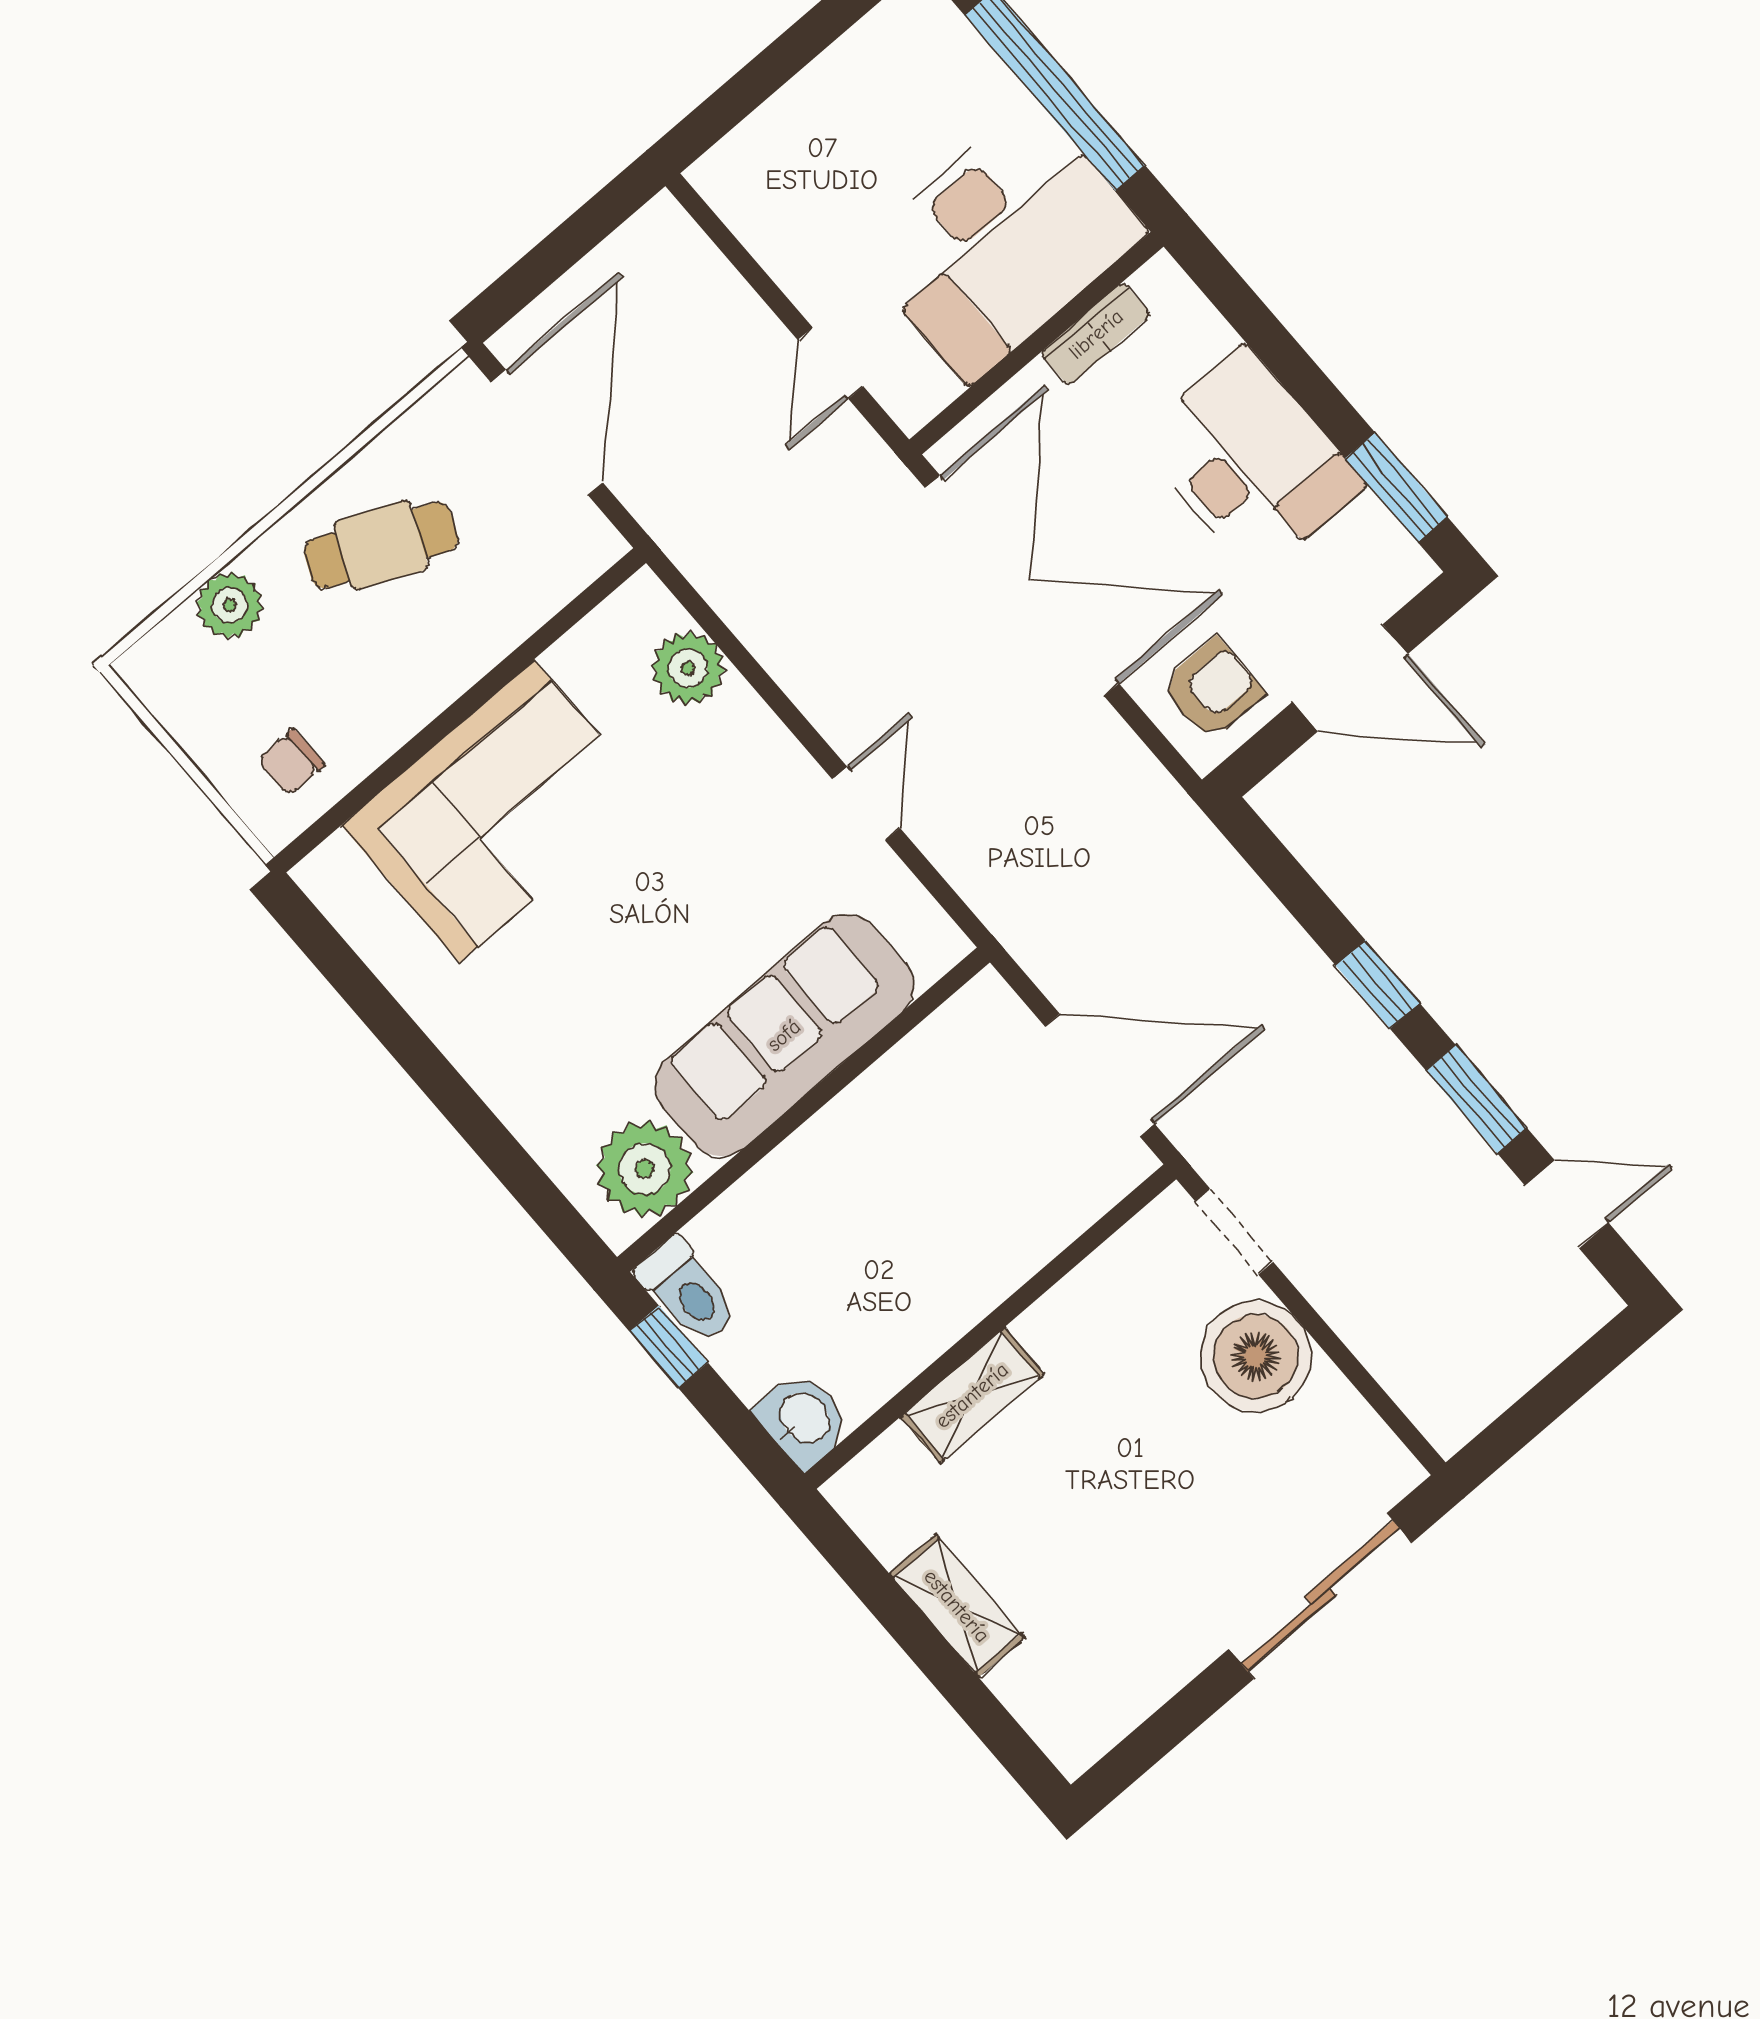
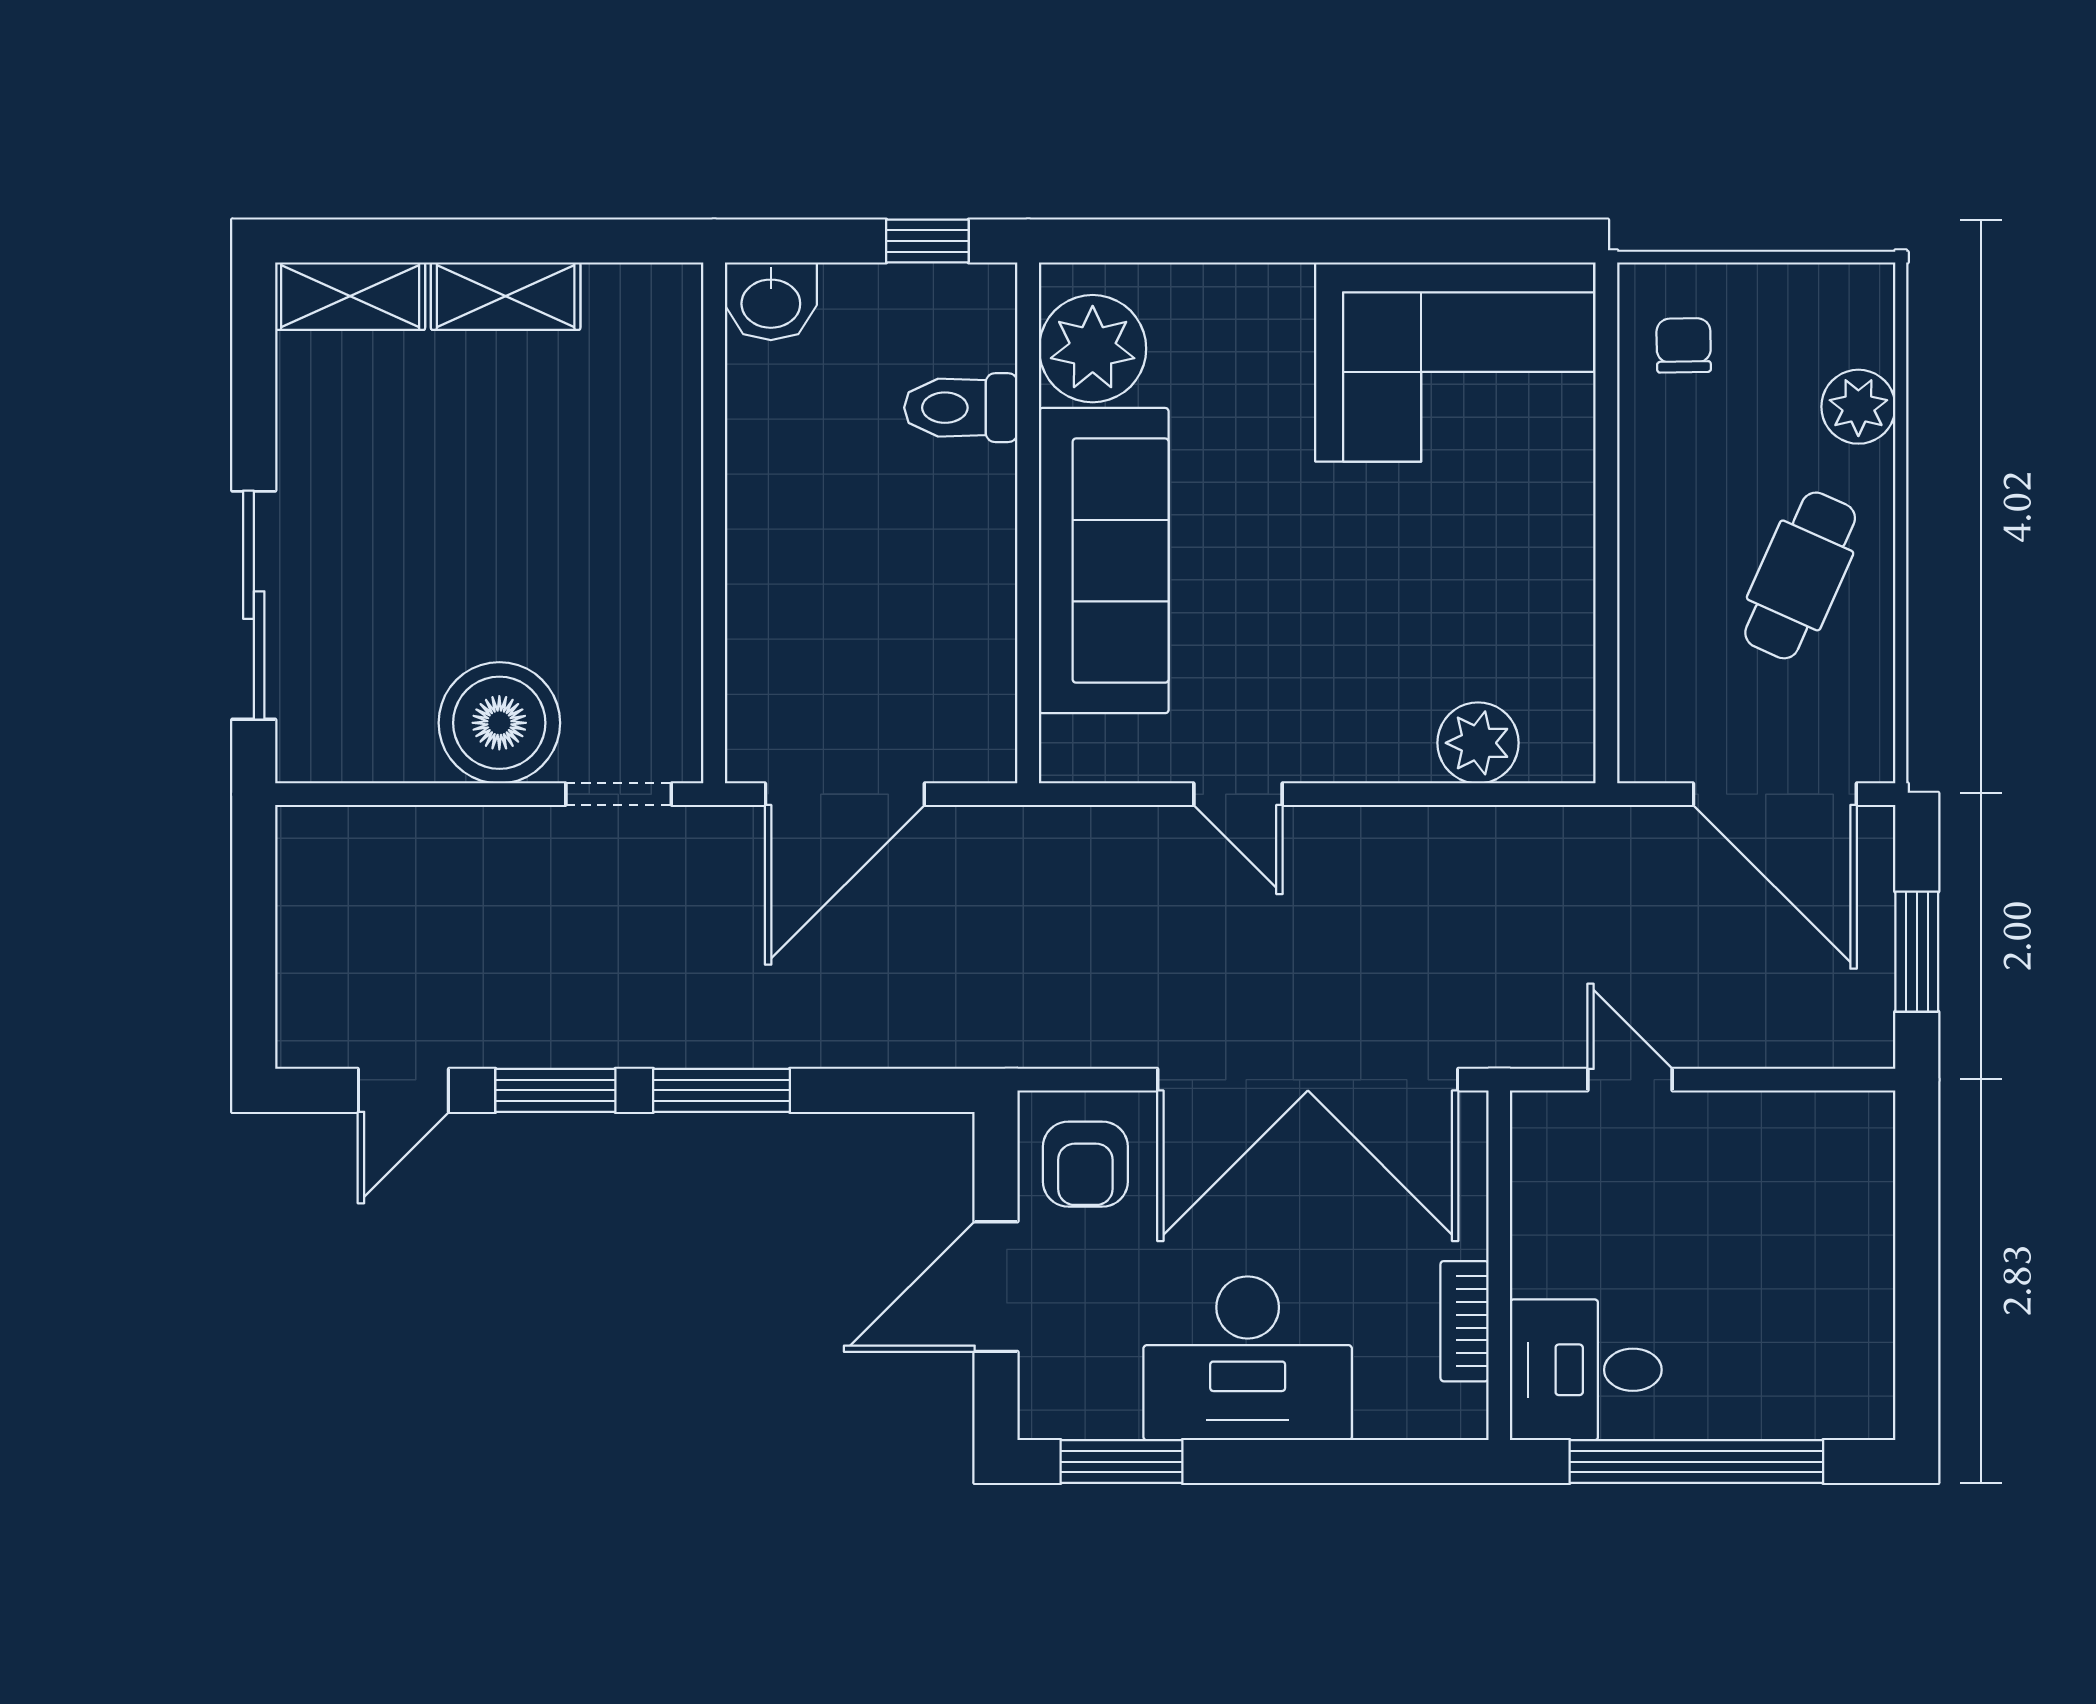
window: (571, 241) -> (1917, 952), added
desk: (1001, 242) -> (1586, 1370), width x0.53, depth x0.77
corner sofa: (497, 811) -> (1455, 362), moved, turned -90
window: (1378, 984) -> (721, 1090), width x1.50
toilet: (687, 1291) -> (961, 408), moved
shelving: (972, 1395) -> (350, 296), moved, turned 90

